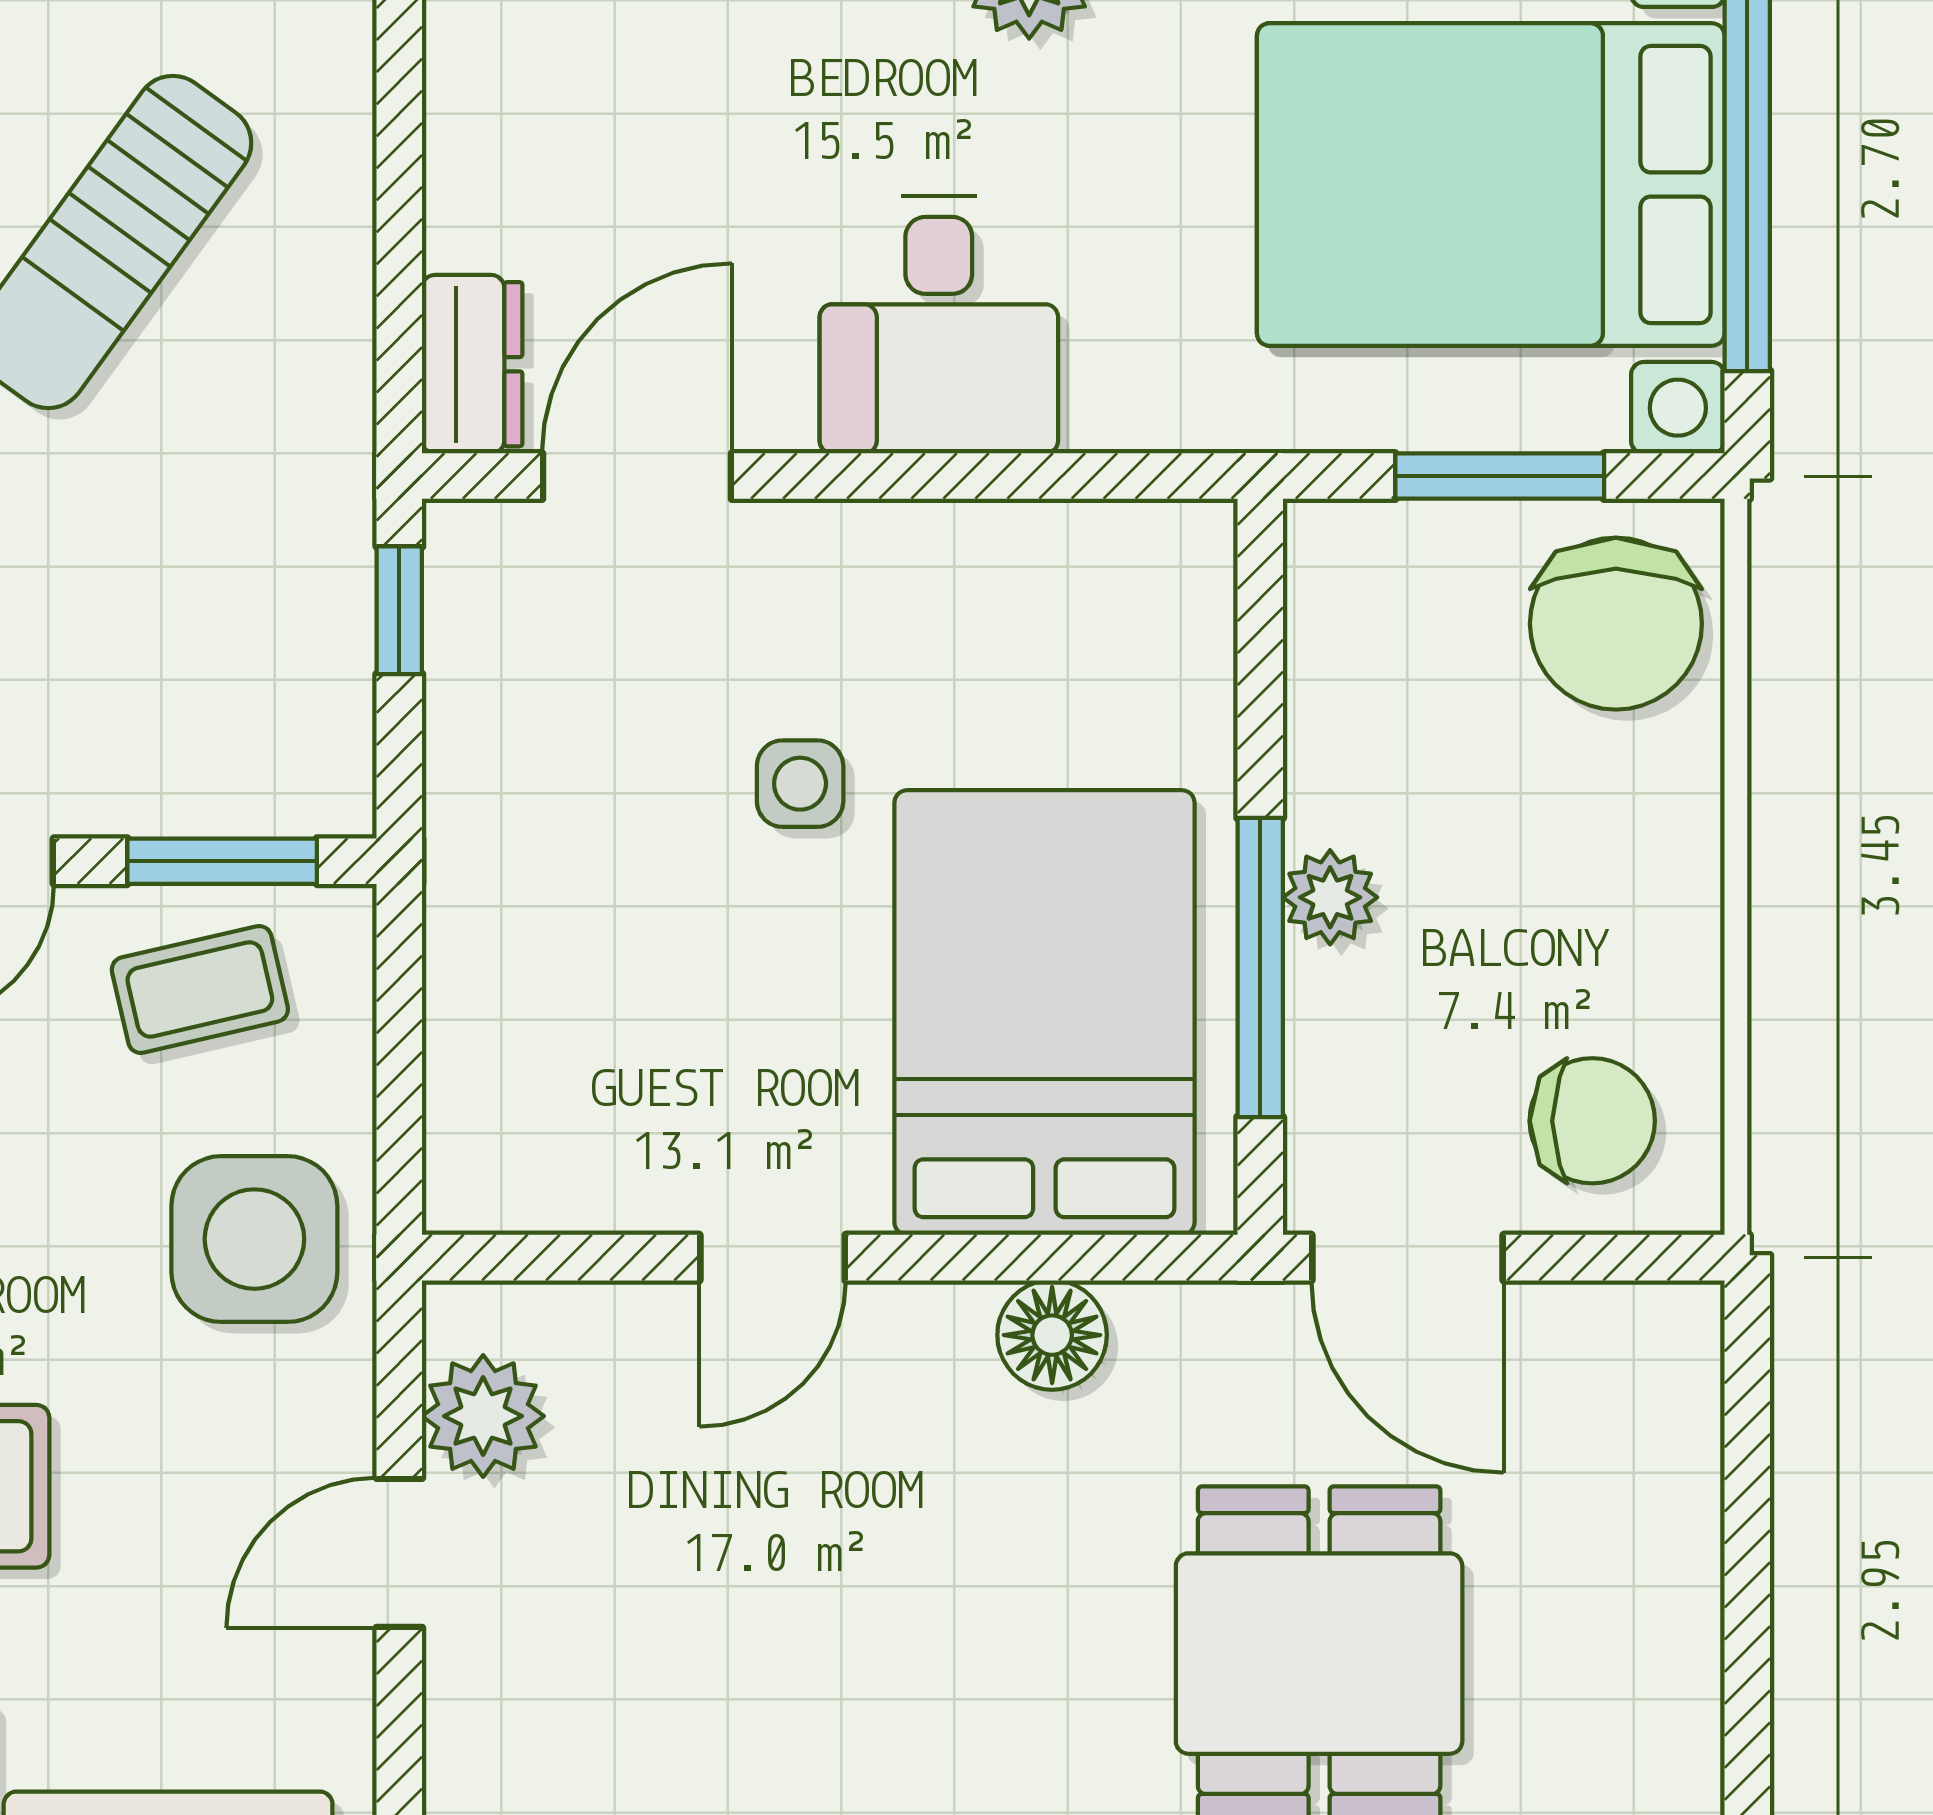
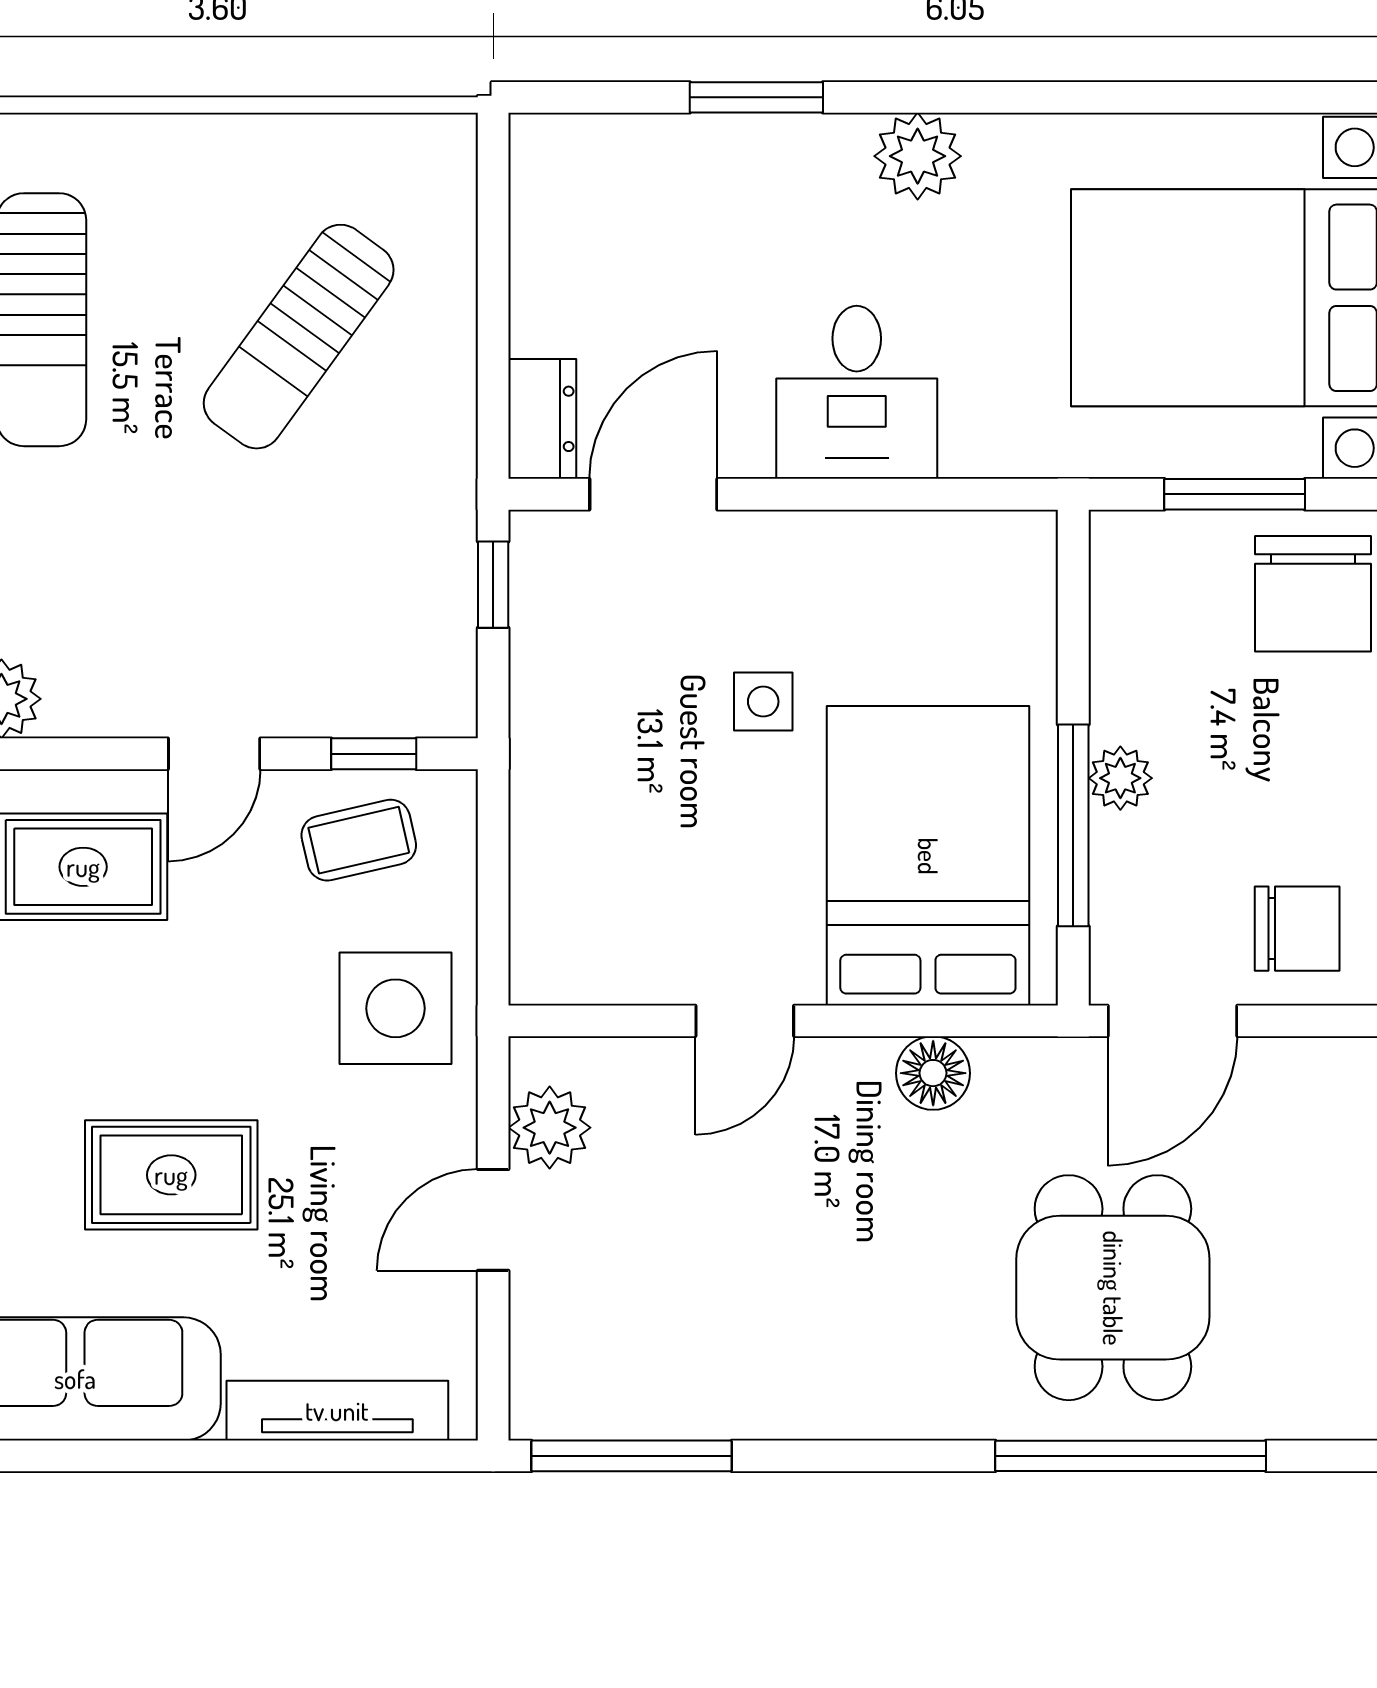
window: (222, 861) -> (374, 754), width x0.67
door: (1407, 1258) -> (1173, 1021), hinge flipped

